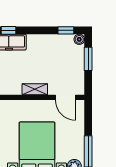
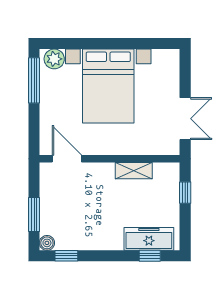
shelving: (35, 89) -> (134, 171), moved

